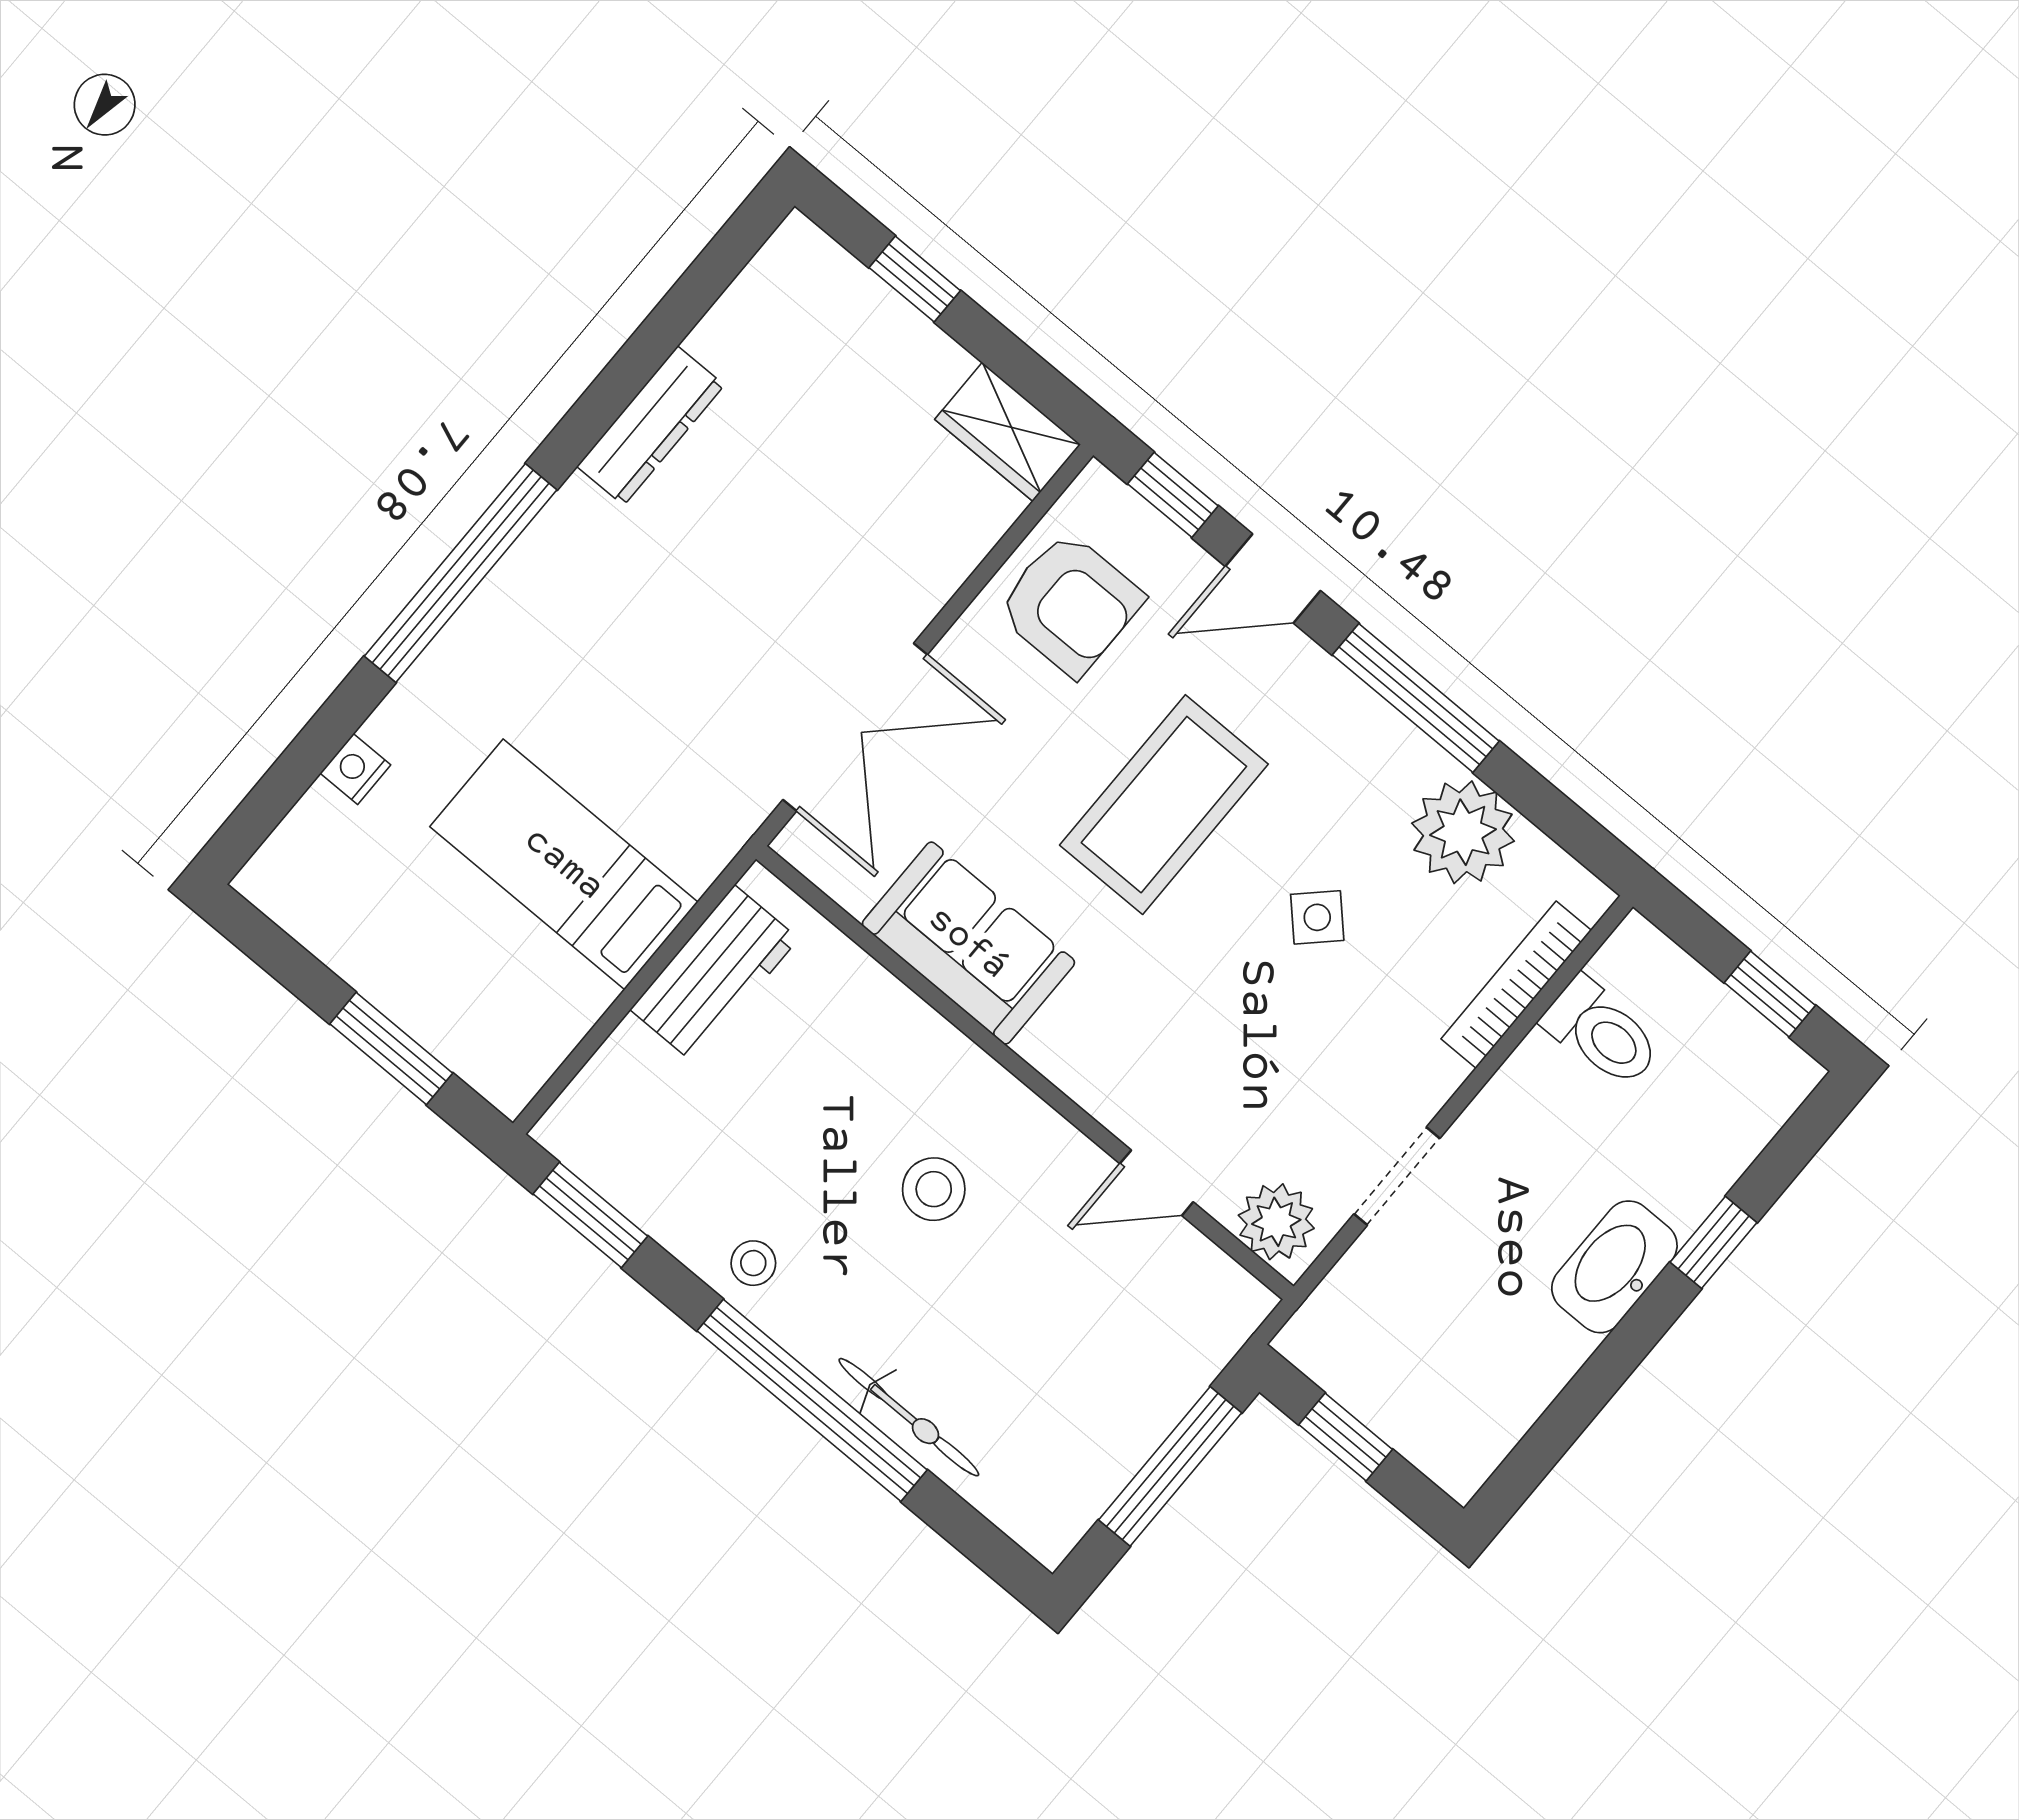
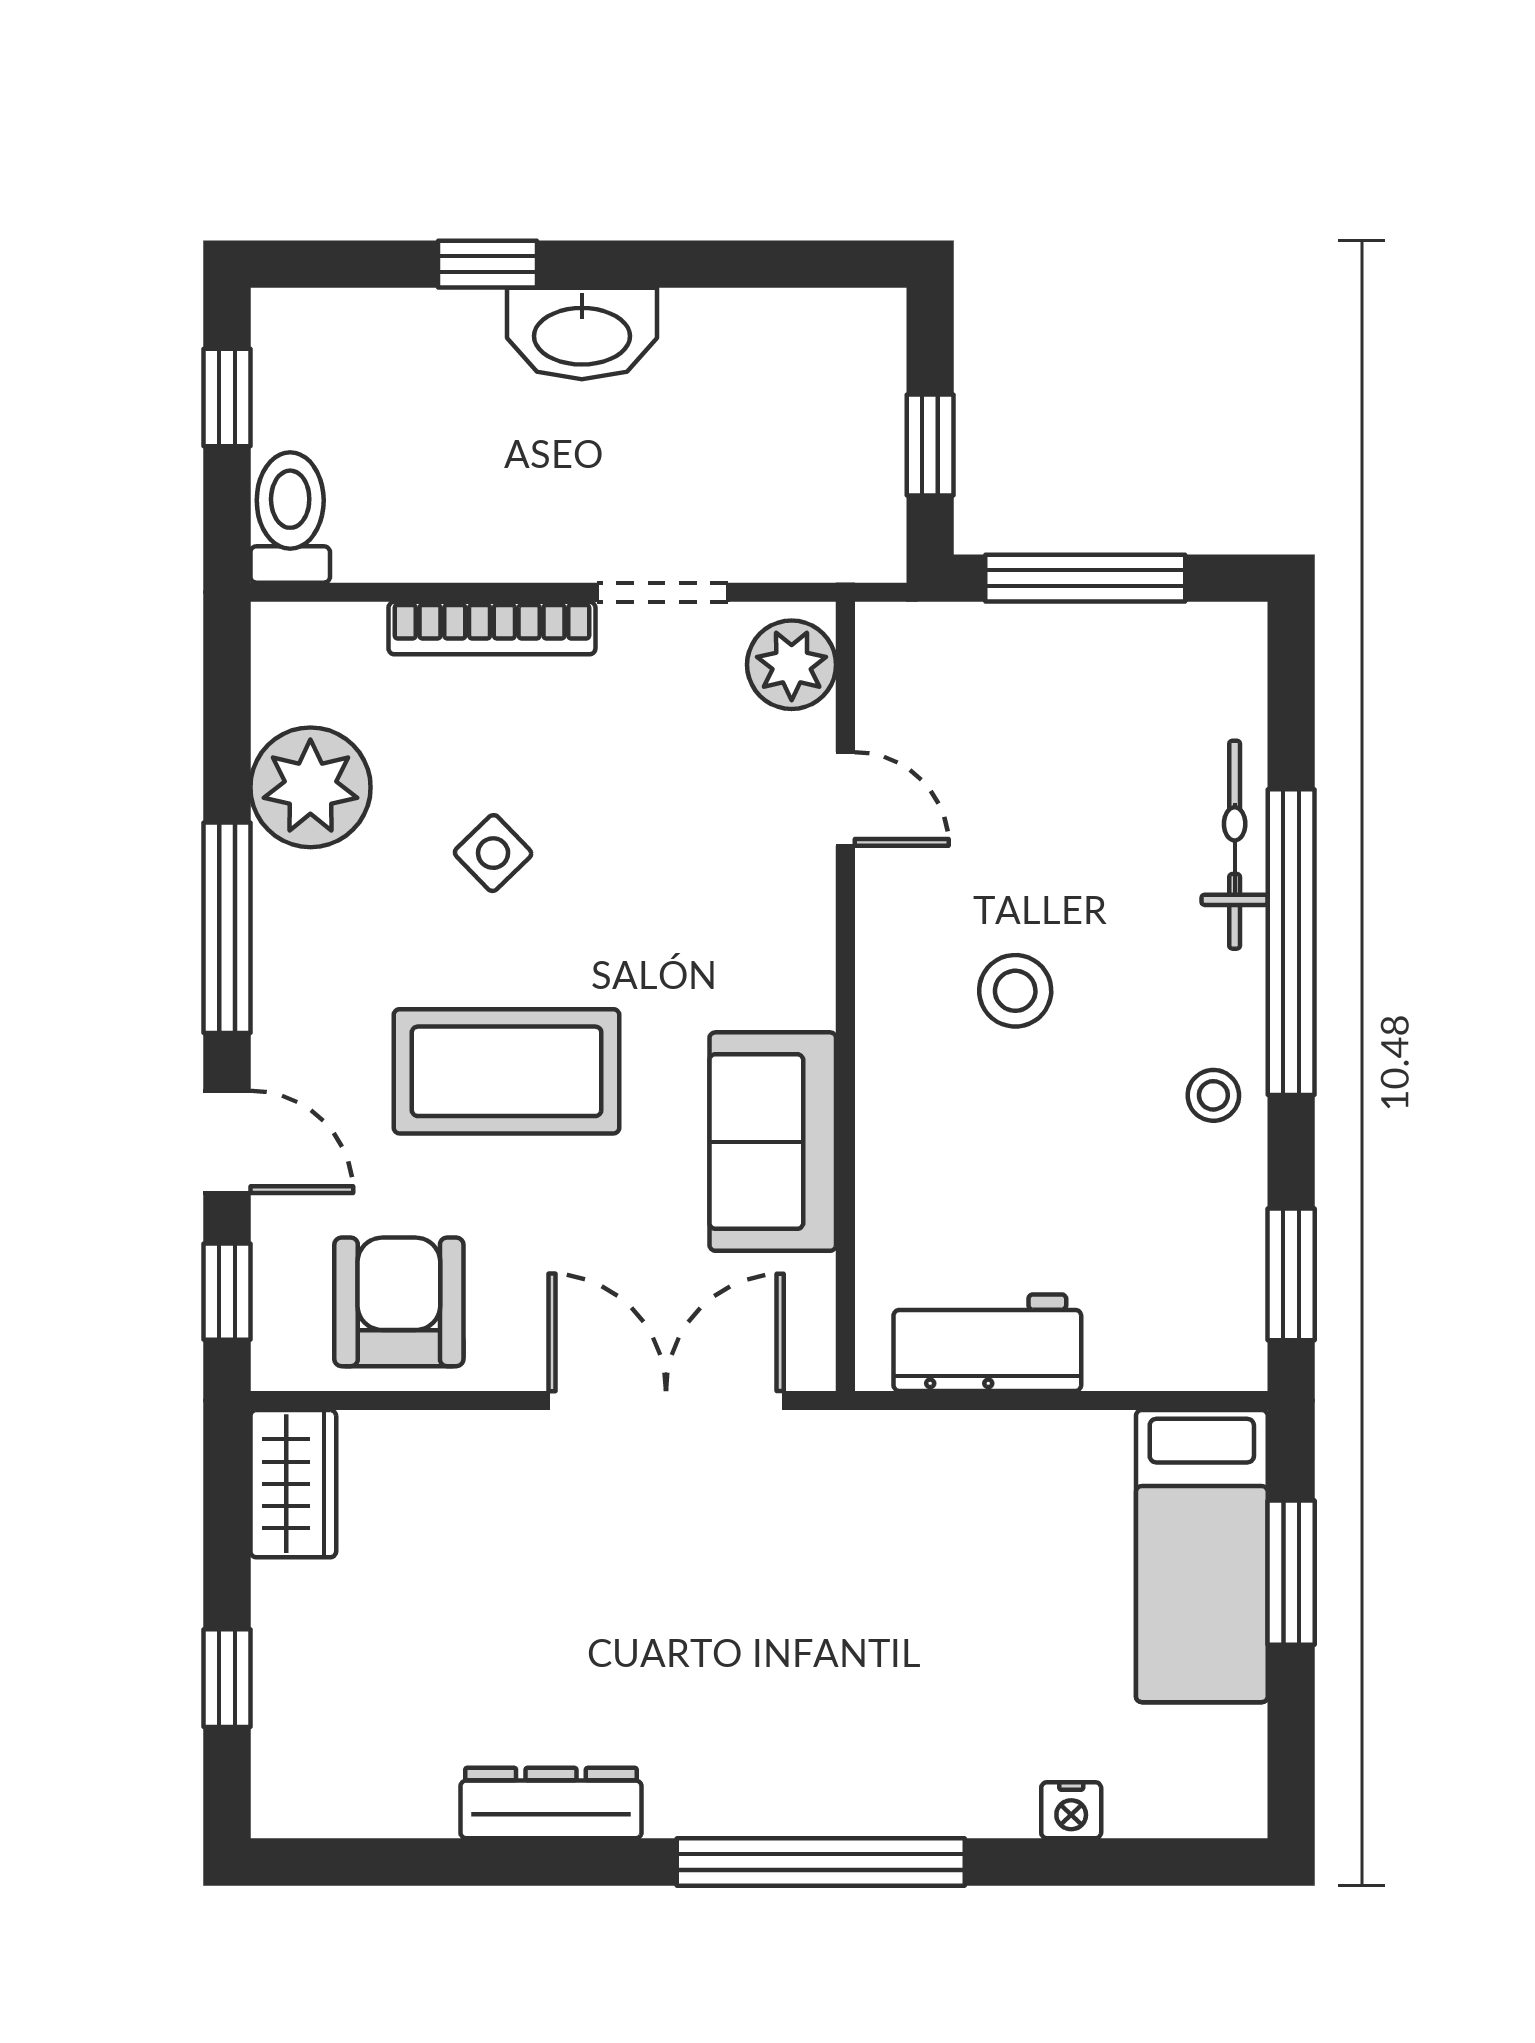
bed: (564, 864) -> (1202, 1556), moved
bookcase: (1516, 985) -> (492, 628), moved
toilet: (1602, 1032) -> (290, 517), moved

